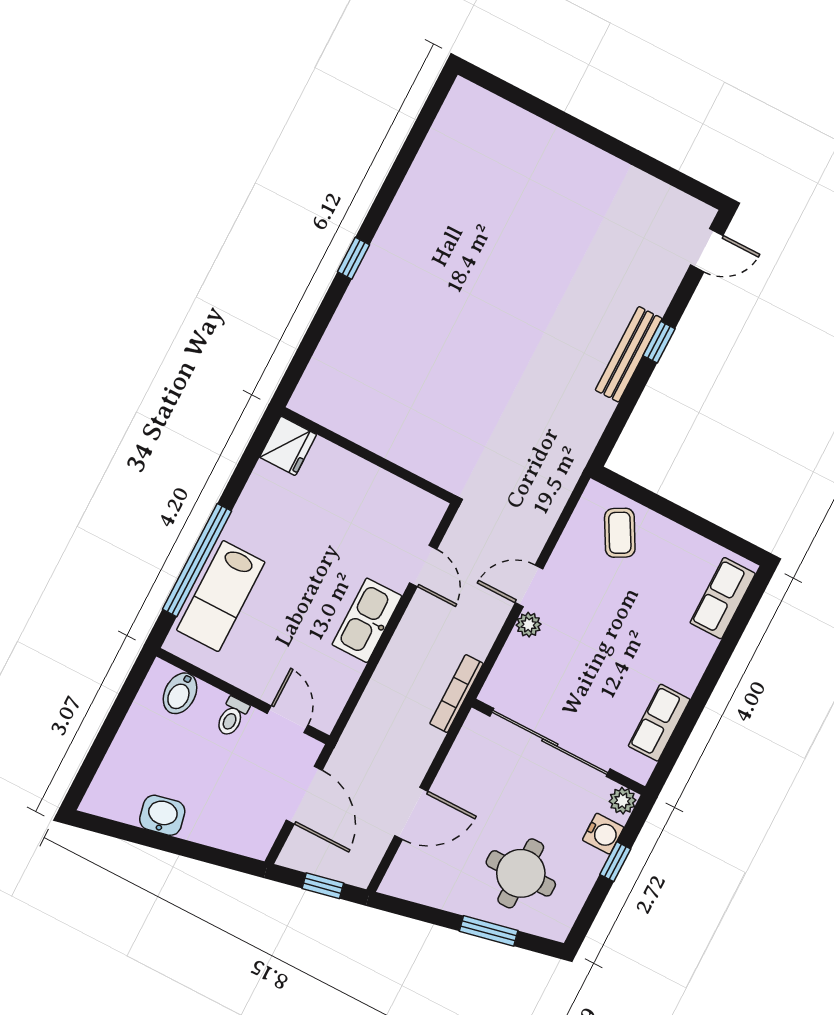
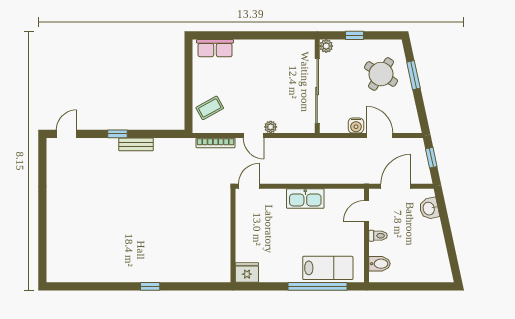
door: (707, 250) -> (67, 134), hinge flipped
bench: (629, 354) -> (136, 144), width x0.73
door: (423, 566) -> (249, 186), moved
bookcase: (456, 694) -> (216, 143), moved
row of seats: (659, 723) -> (284, 48), removed
washbasin: (162, 815) -> (429, 208), moved
water cooler: (603, 834) -> (356, 125), moved, turned 180
round table: (521, 873) -> (381, 74), turned 33

